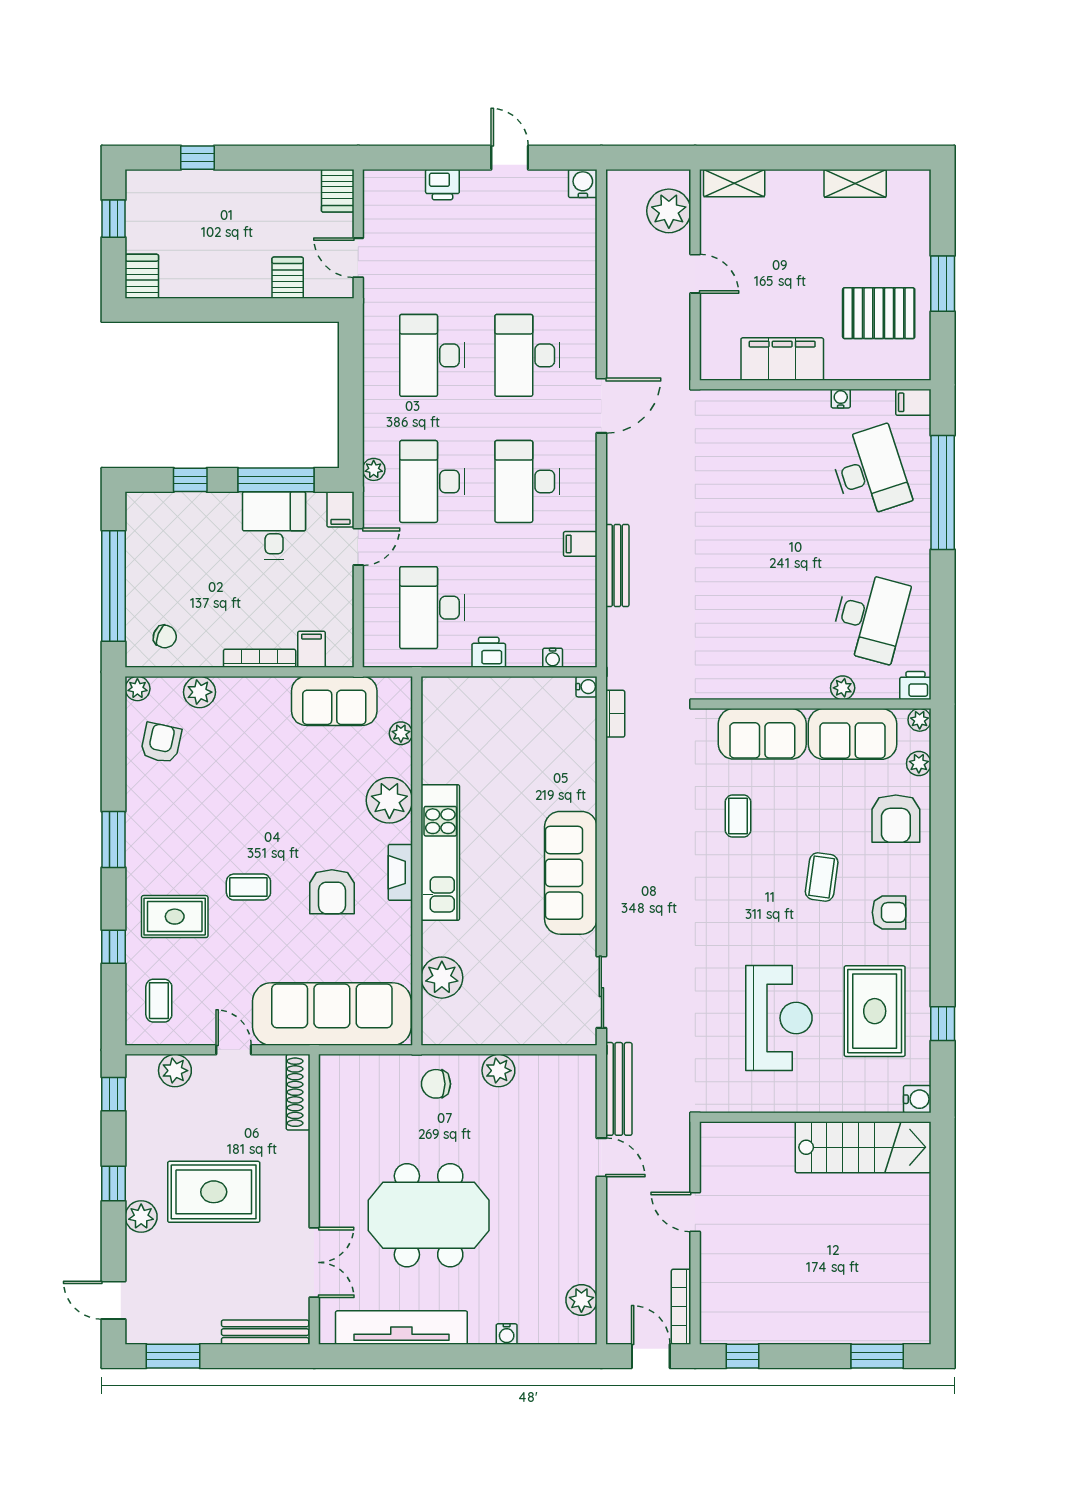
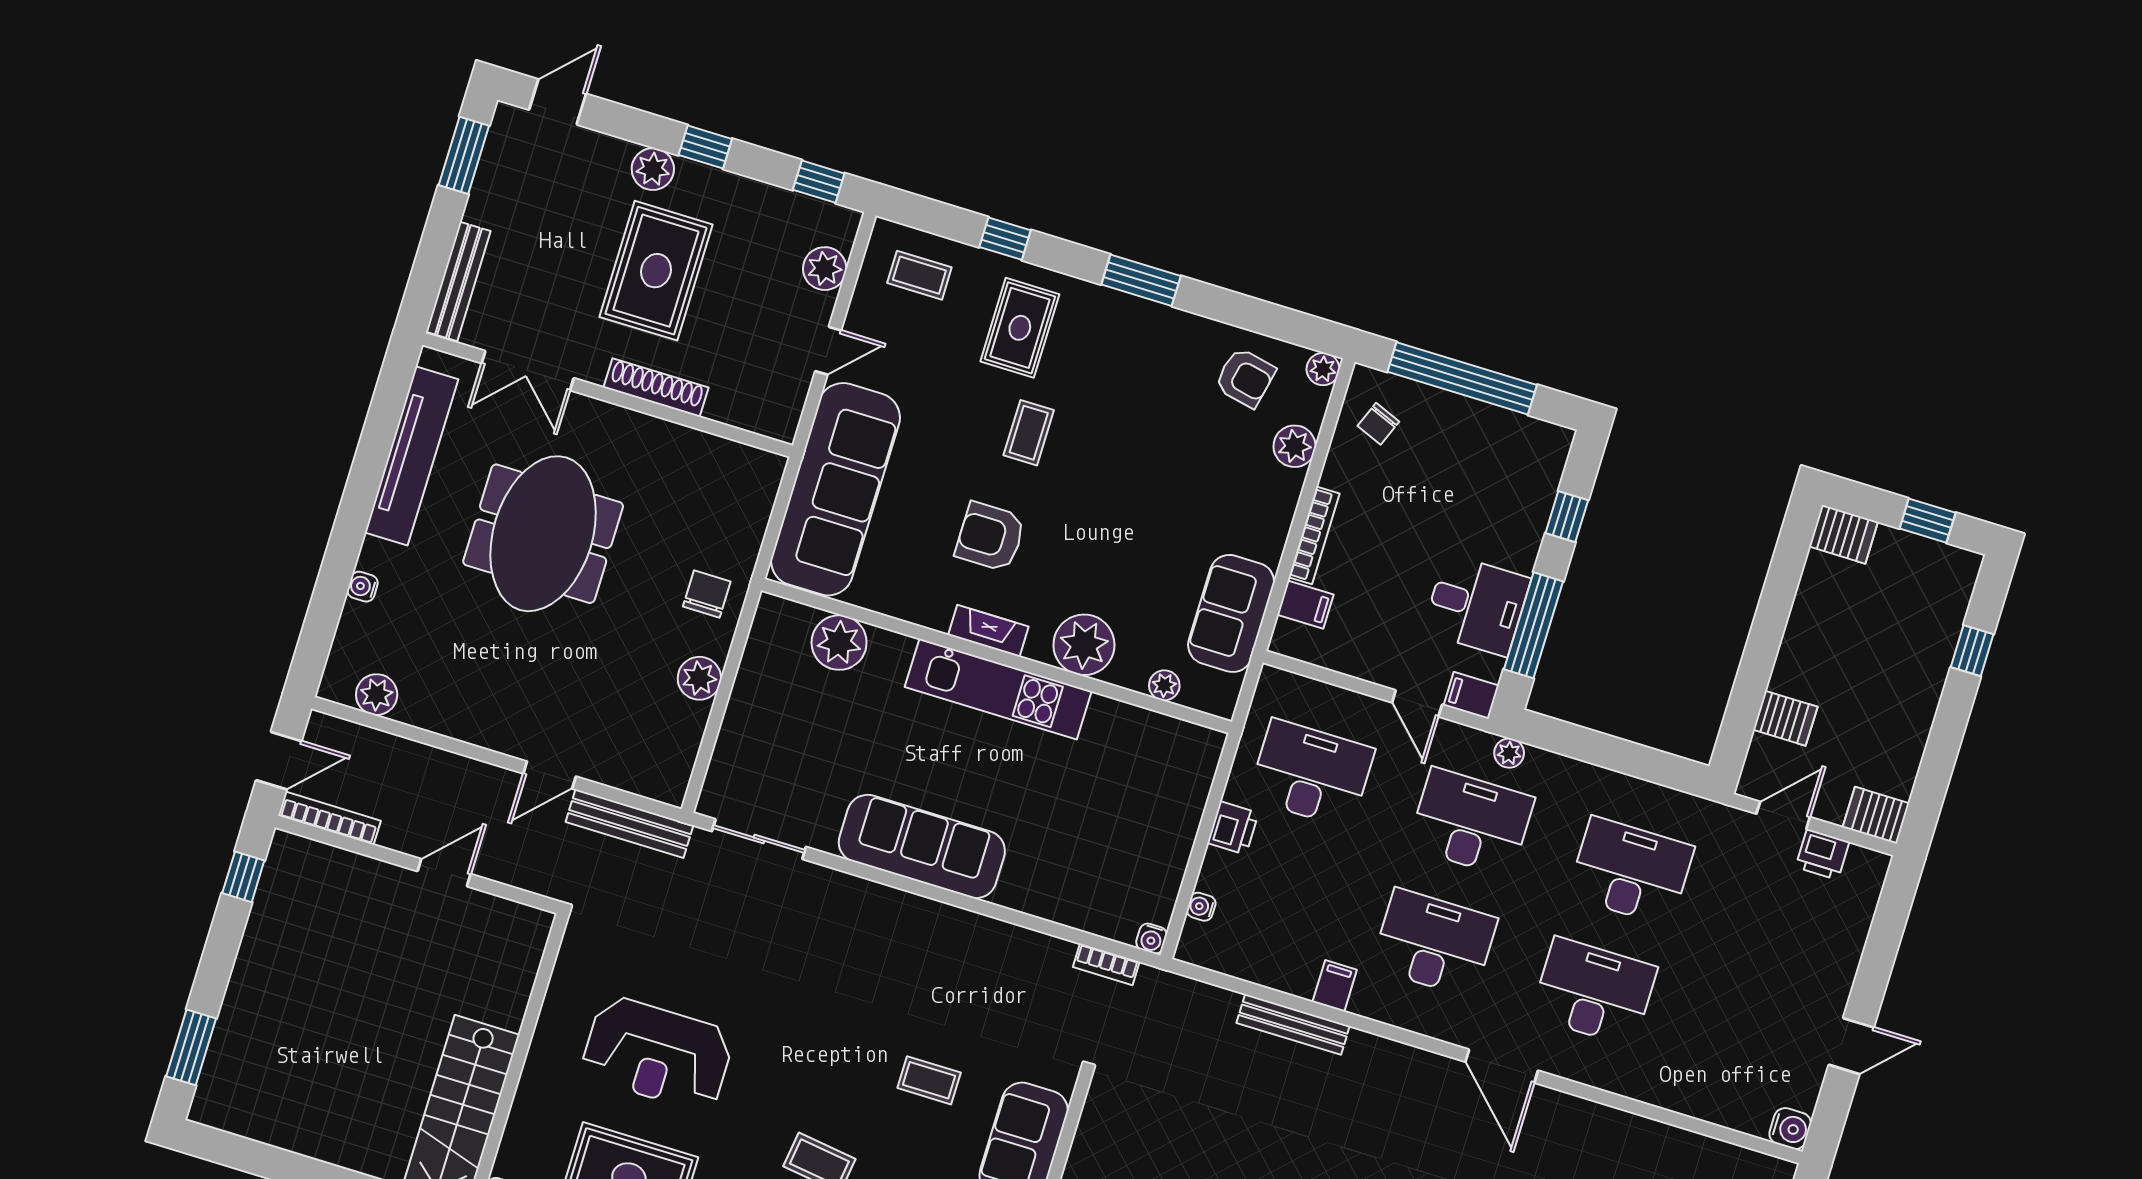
printer: (442, 185) -> (1822, 855), moved, turned -90
shoe rack: (298, 1092) -> (656, 388), moved

